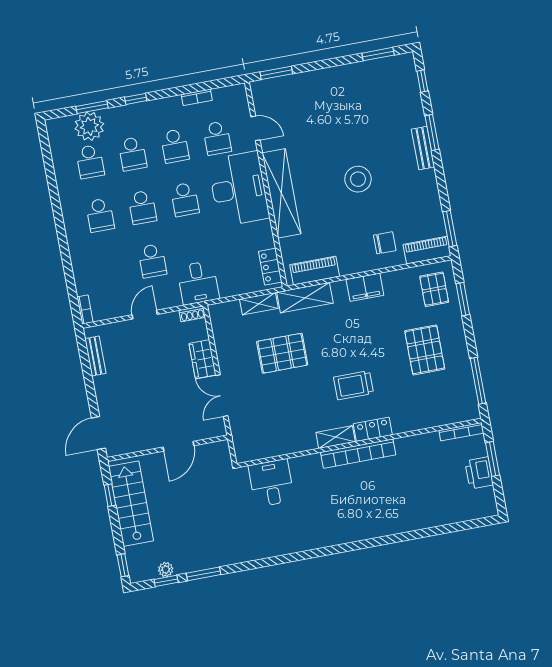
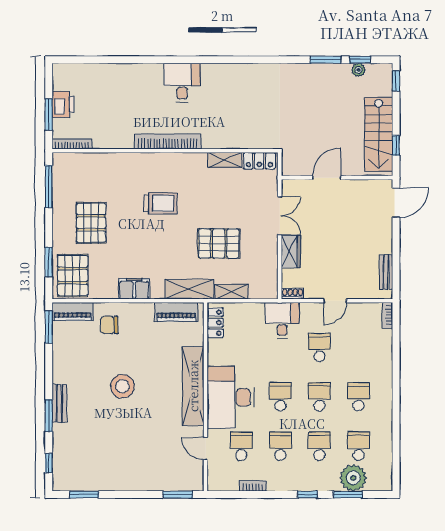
pallet: (434, 289) -> (73, 275), width x1.50, depth x1.42
locker: (373, 429) -> (259, 161), moved
shelving: (336, 437) -> (225, 160), moved
desk: (271, 483) -> (182, 83), moved, turned 180

